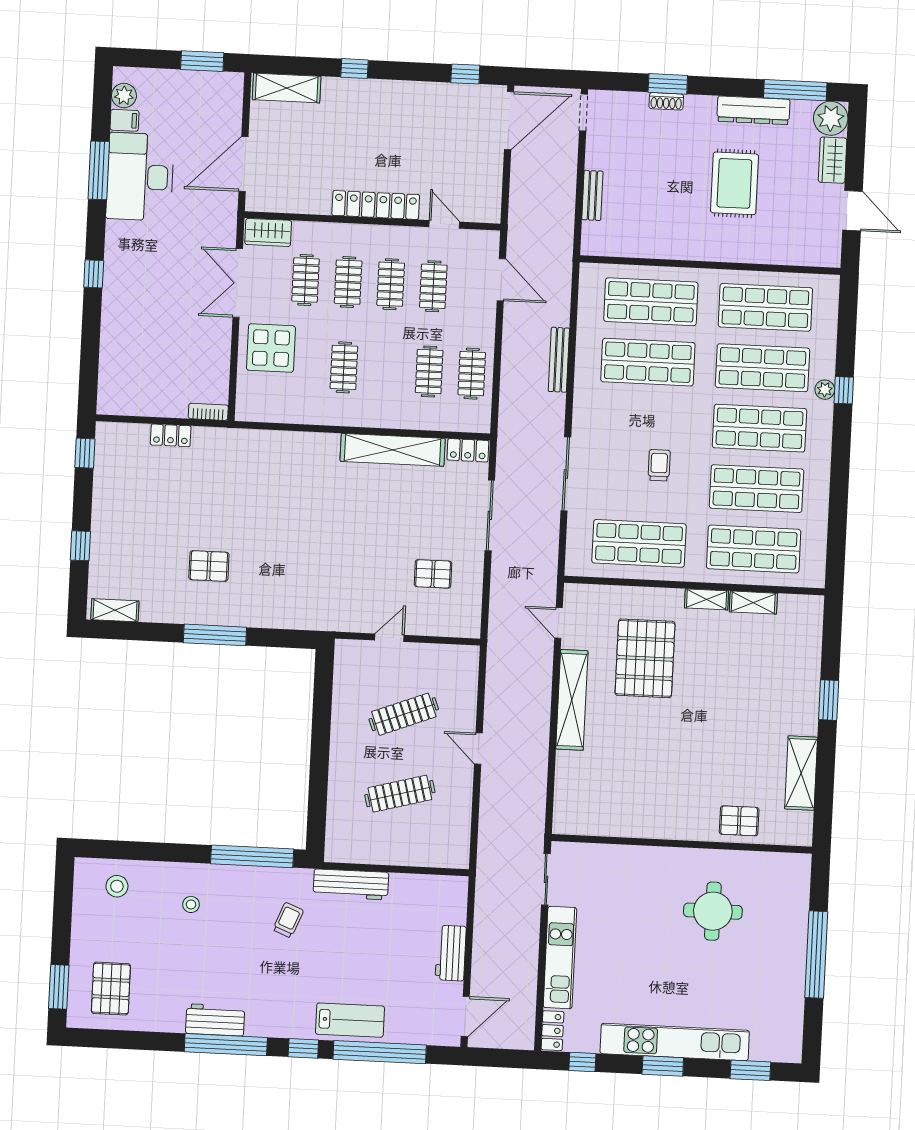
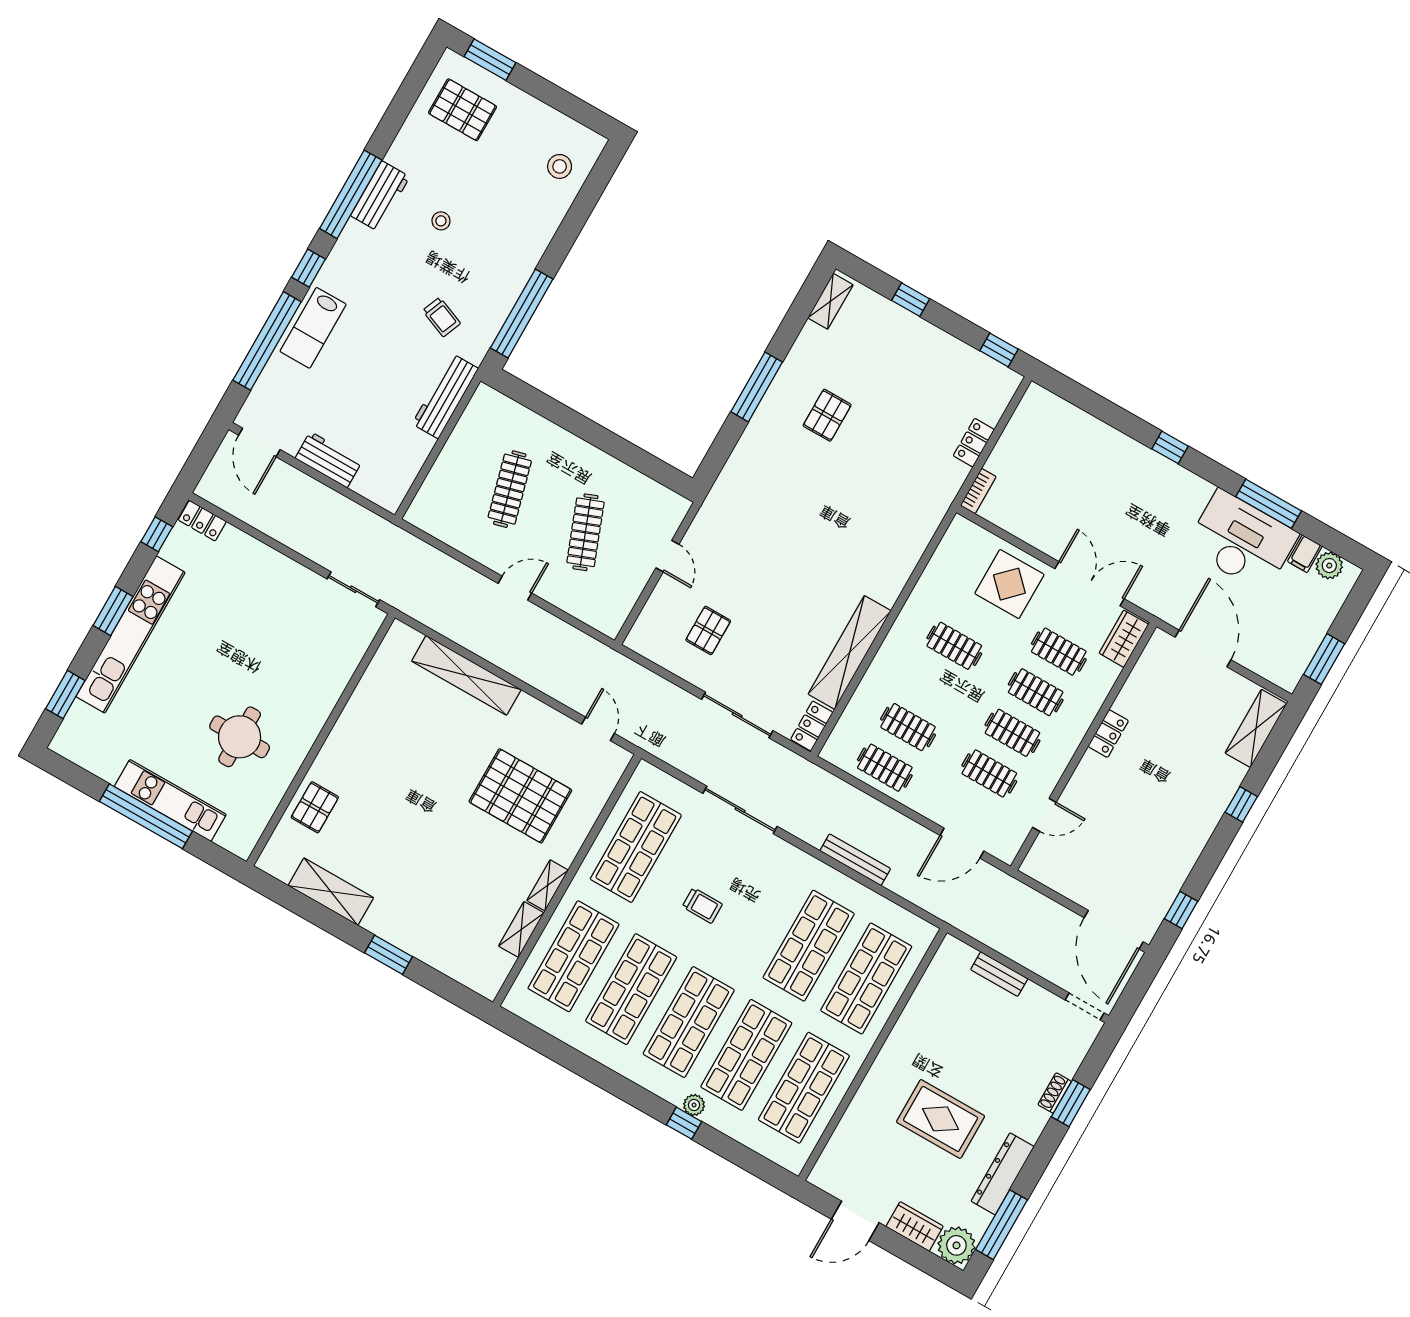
locker: (376, 205) -> (1108, 734), width x0.46, depth x0.83
door: (558, 623) -> (598, 729), hinge flipped
shelving: (572, 700) -> (466, 675), moved
stool: (191, 904) -> (441, 221), moved
kitchen unit: (560, 958) -> (170, 800), moved, turned 180

